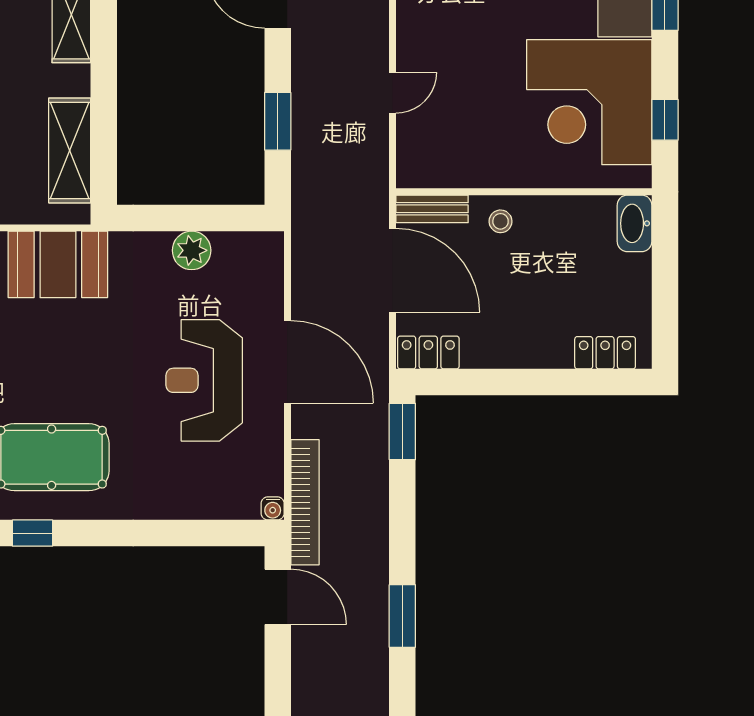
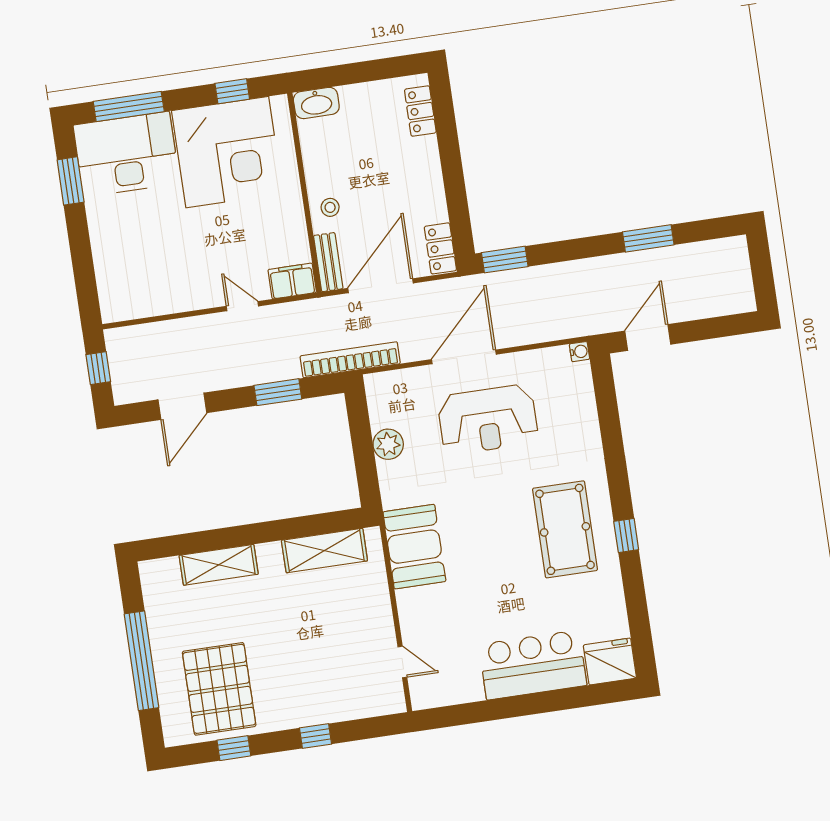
filing cabinet: (415, 160) -> (292, 281), added
bookcase: (305, 502) -> (350, 360), moved

